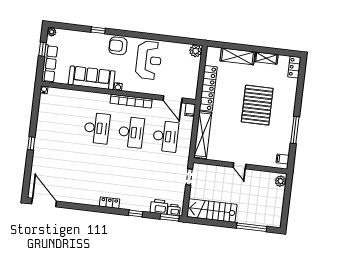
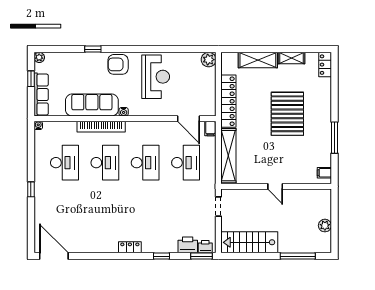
bookcase: (131, 101) -> (101, 127), moved
desk: (62, 124) -> (64, 163), added
plant: (281, 181) -> (325, 226), moved

